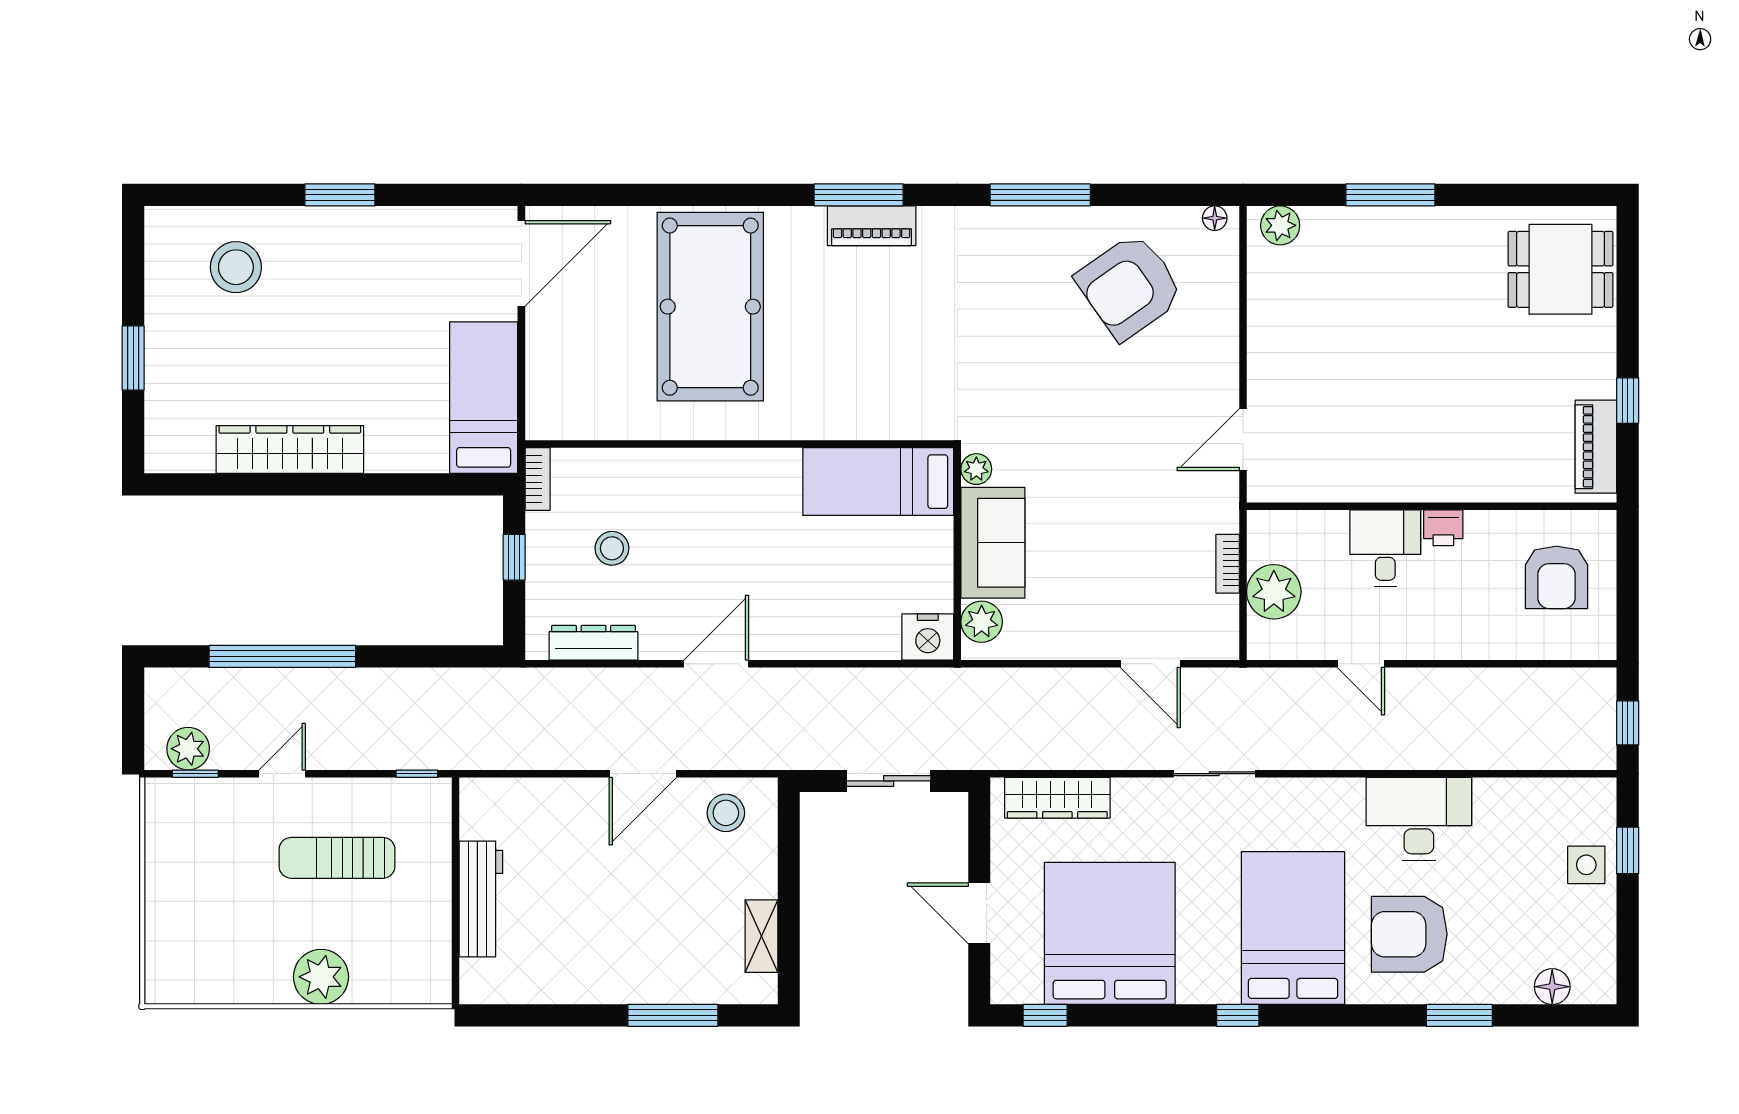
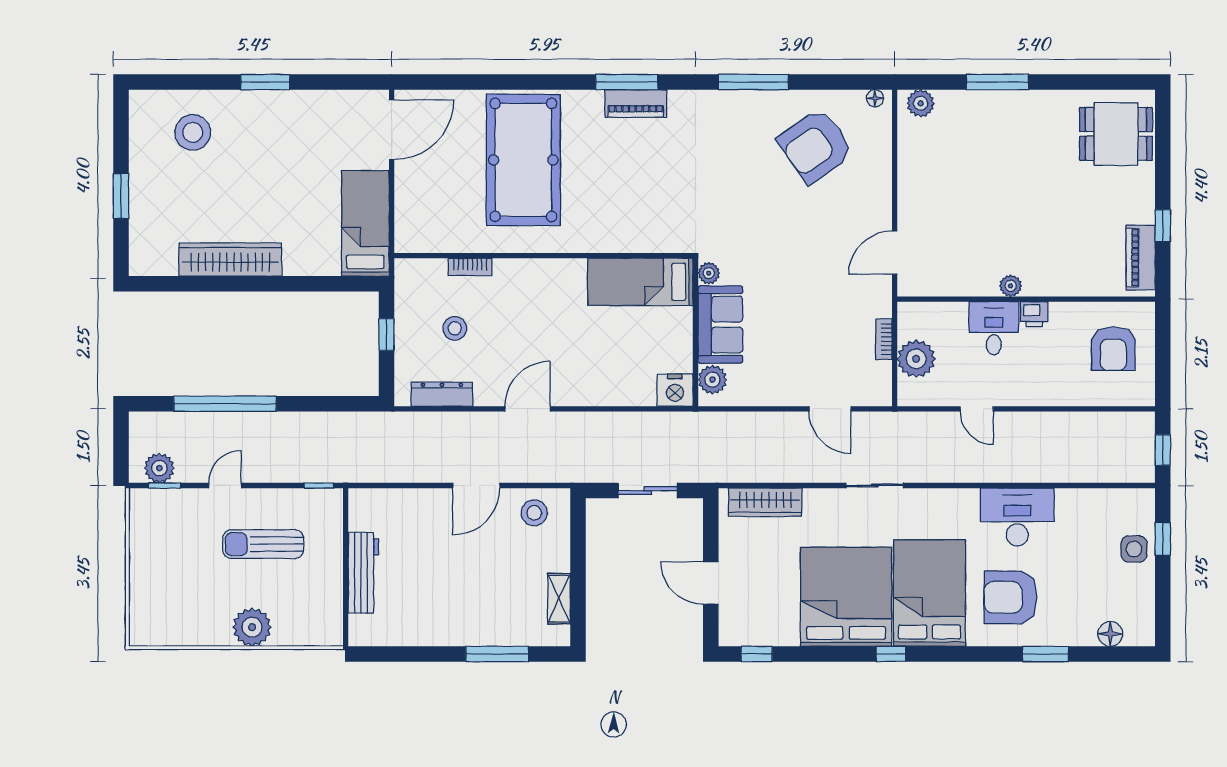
bookcase: (538, 479) -> (470, 267), moved, turned 90
plant: (1409, 487) -> (1011, 286), added
bed: (1110, 933) -> (846, 597), moved

